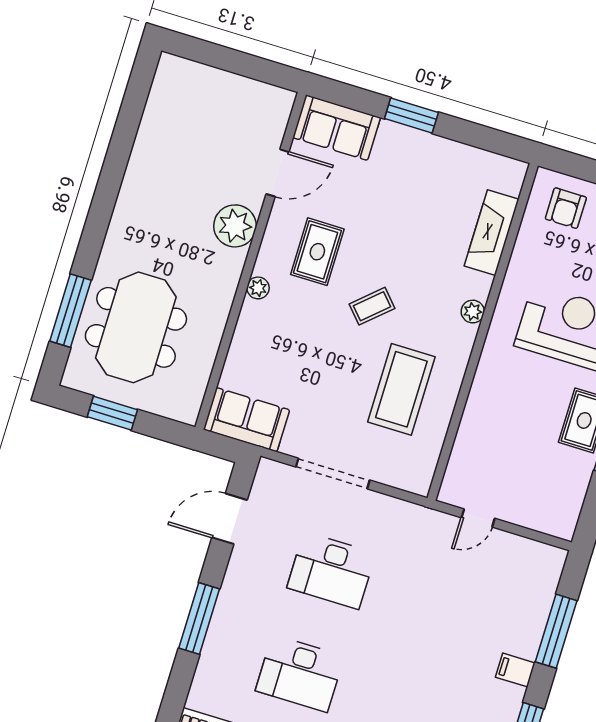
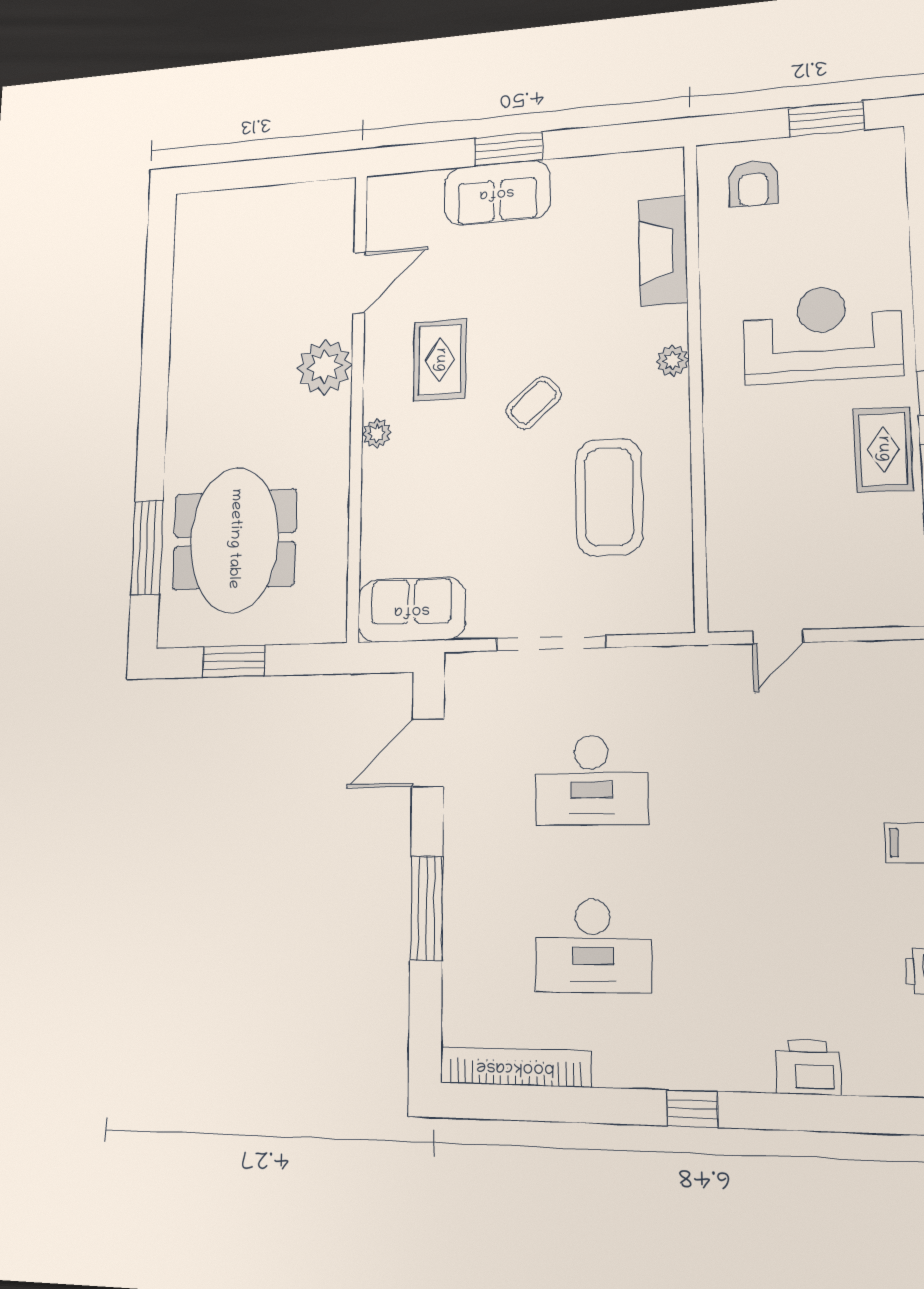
sofa: (337, 128) -> (497, 193), moved

